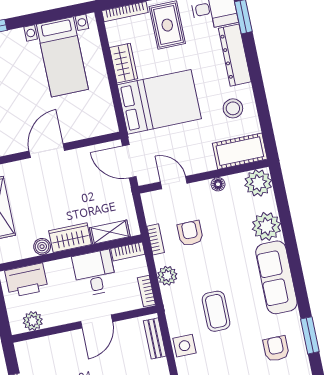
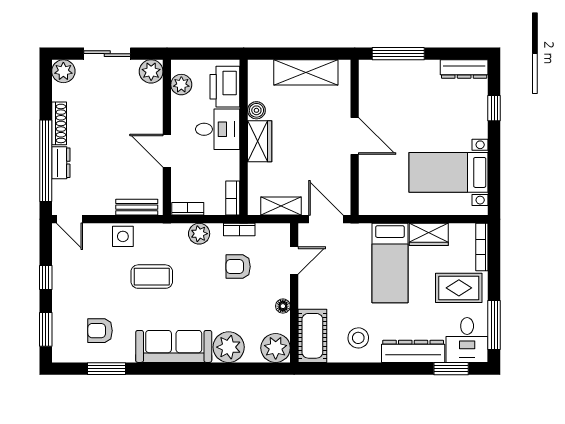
bed: (159, 102) -> (390, 263), width x0.67
door: (129, 161) -> (326, 219), hinge flipped
shelving: (110, 232) -> (281, 206), moved, turned 90
armchair: (190, 233) -> (238, 267), turned 180
desk: (95, 273) -> (218, 129), moved
armchair: (276, 349) -> (100, 331), turned 180
plant: (26, 351) -> (151, 71), added

